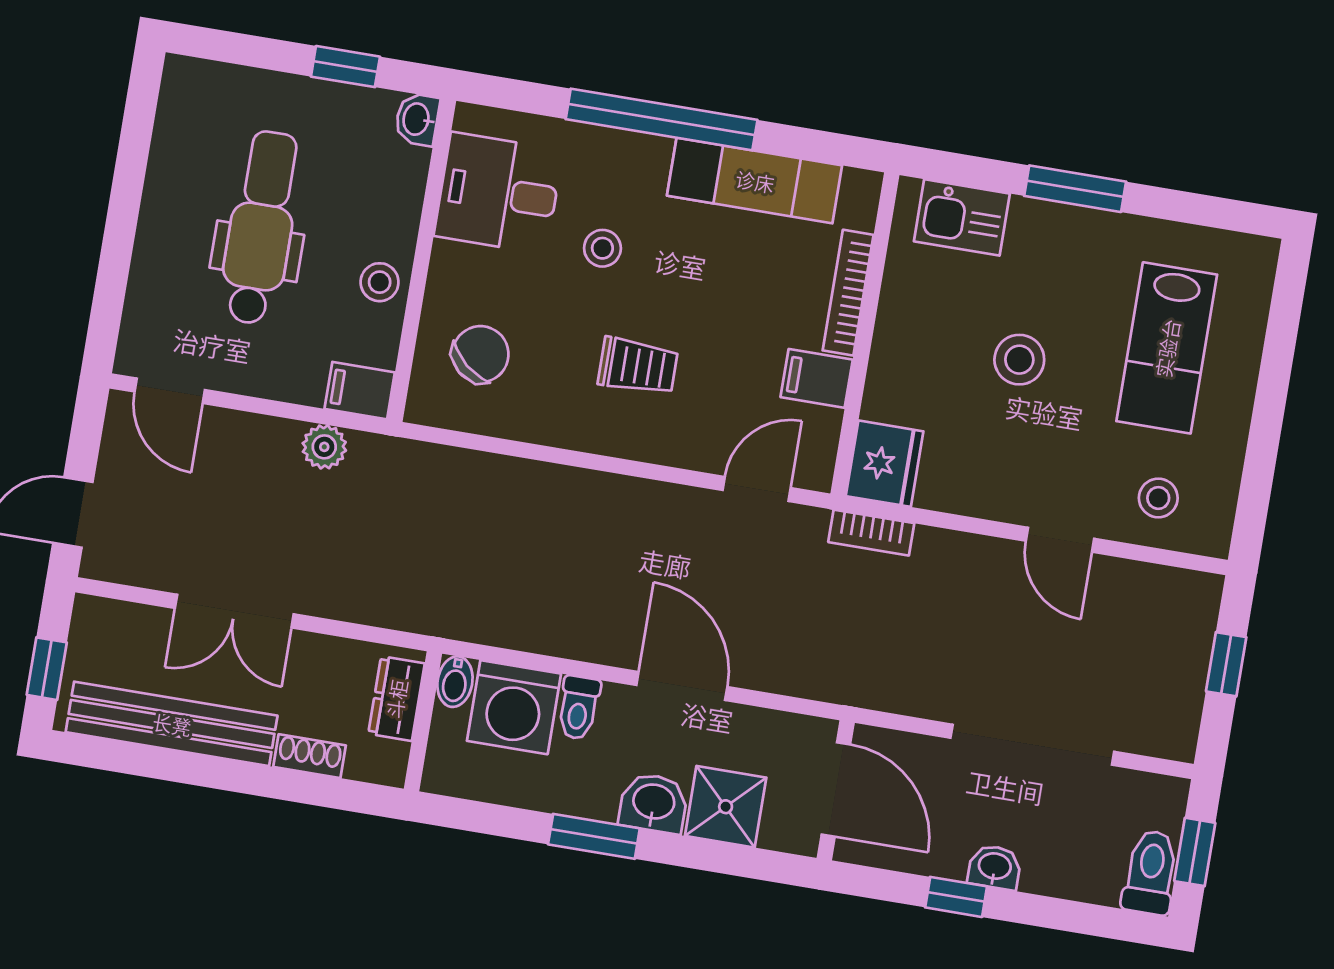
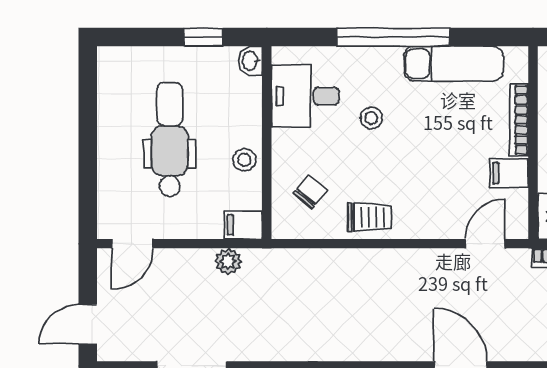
chair: (480, 354) -> (310, 192), width x0.73, depth x0.73
trolley: (638, 366) -> (369, 217), moved
door: (170, 391) -> (132, 244), hinge flipped

